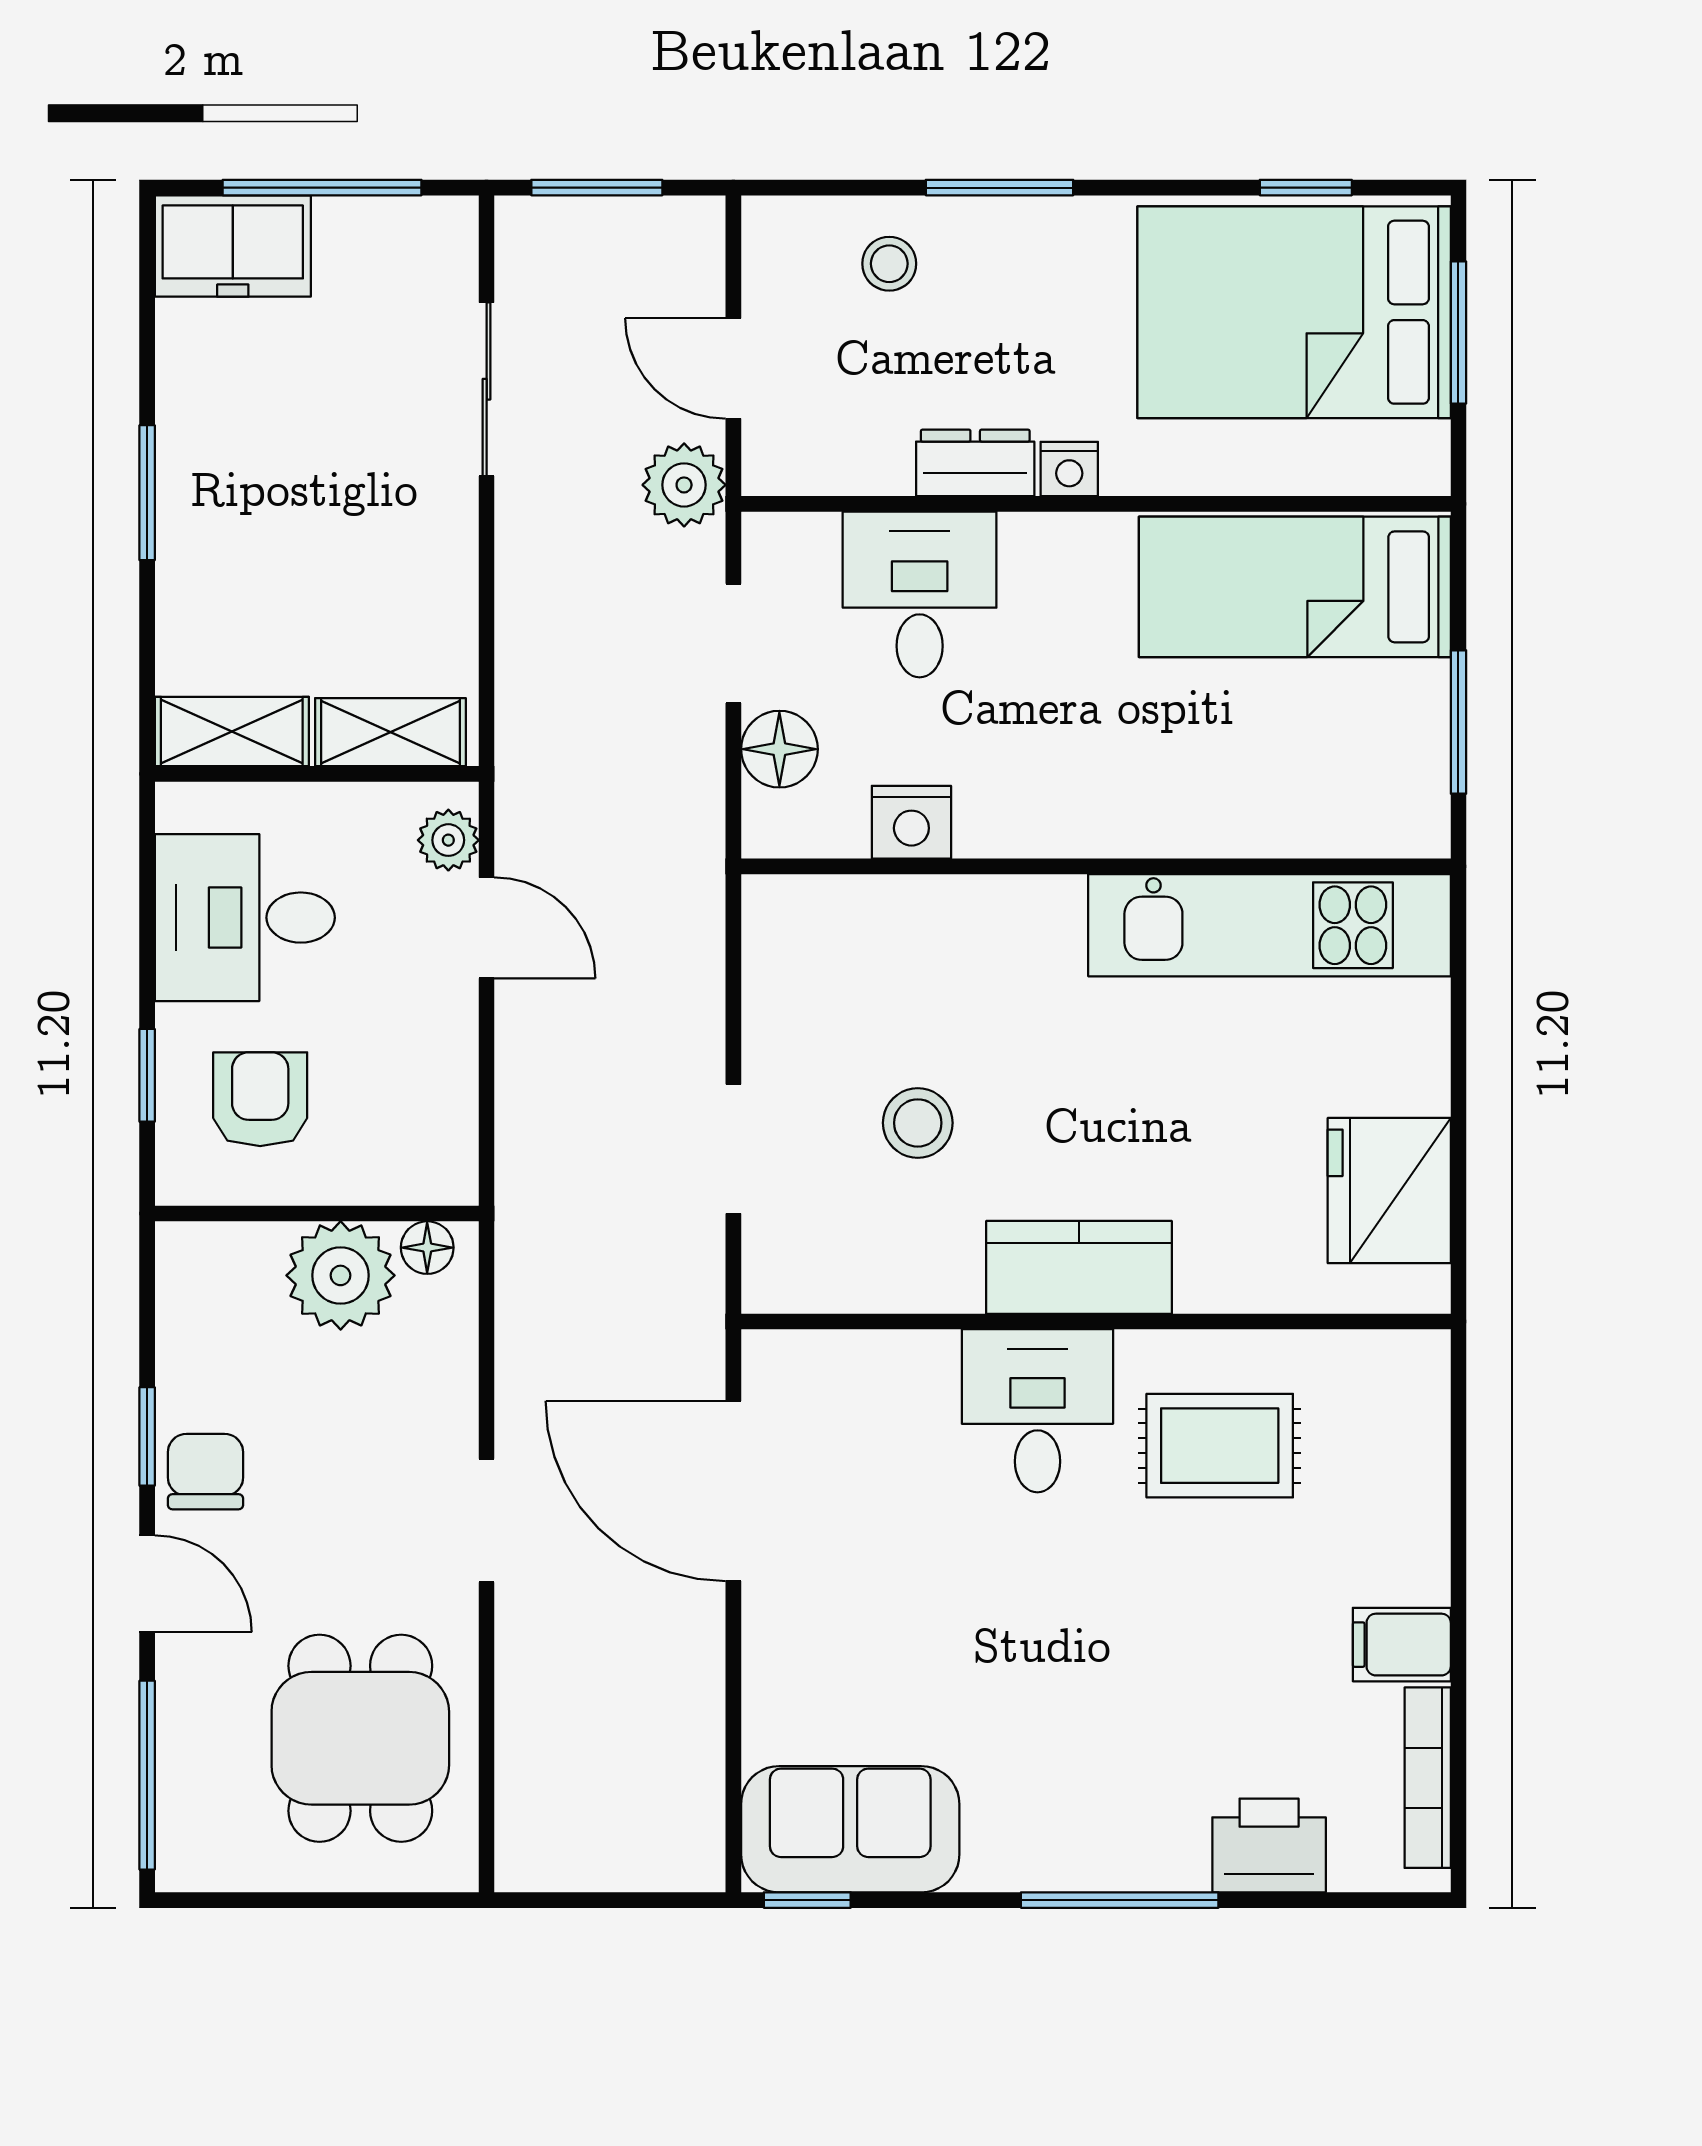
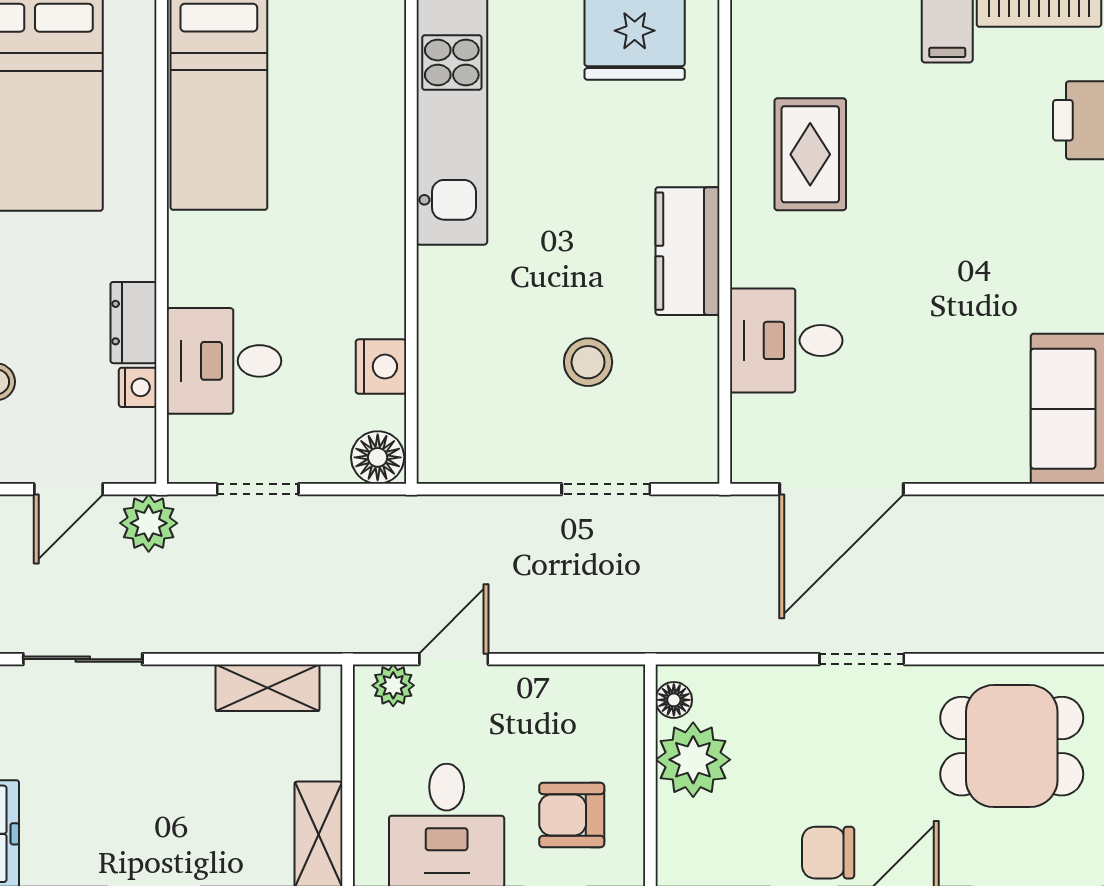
nightstand: (1069, 469) -> (138, 387), moved
shelving: (390, 732) -> (268, 688), moved, turned 90
floor lamp: (779, 749) -> (378, 457), moved
desk: (1037, 1411) -> (786, 340), moved

